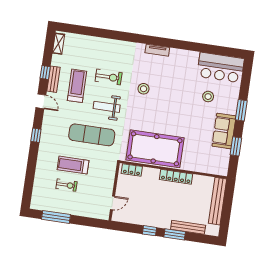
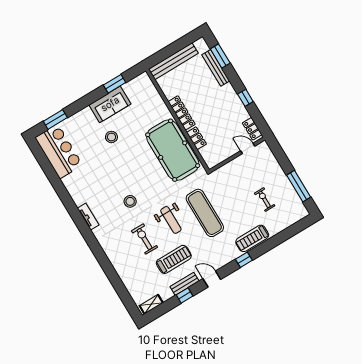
treadmill: (77, 86) -> (174, 259), turned 180
stool: (208, 97) -> (111, 137), moved
door: (41, 101) -> (212, 279), hinge flipped
window: (241, 110) -> (55, 119), moved
treadmill: (73, 165) -> (252, 238), moved, turned 90
locker: (132, 170) -> (197, 138), moved
locker: (124, 217) -> (252, 129), added
window: (175, 234) -> (220, 56), moved

